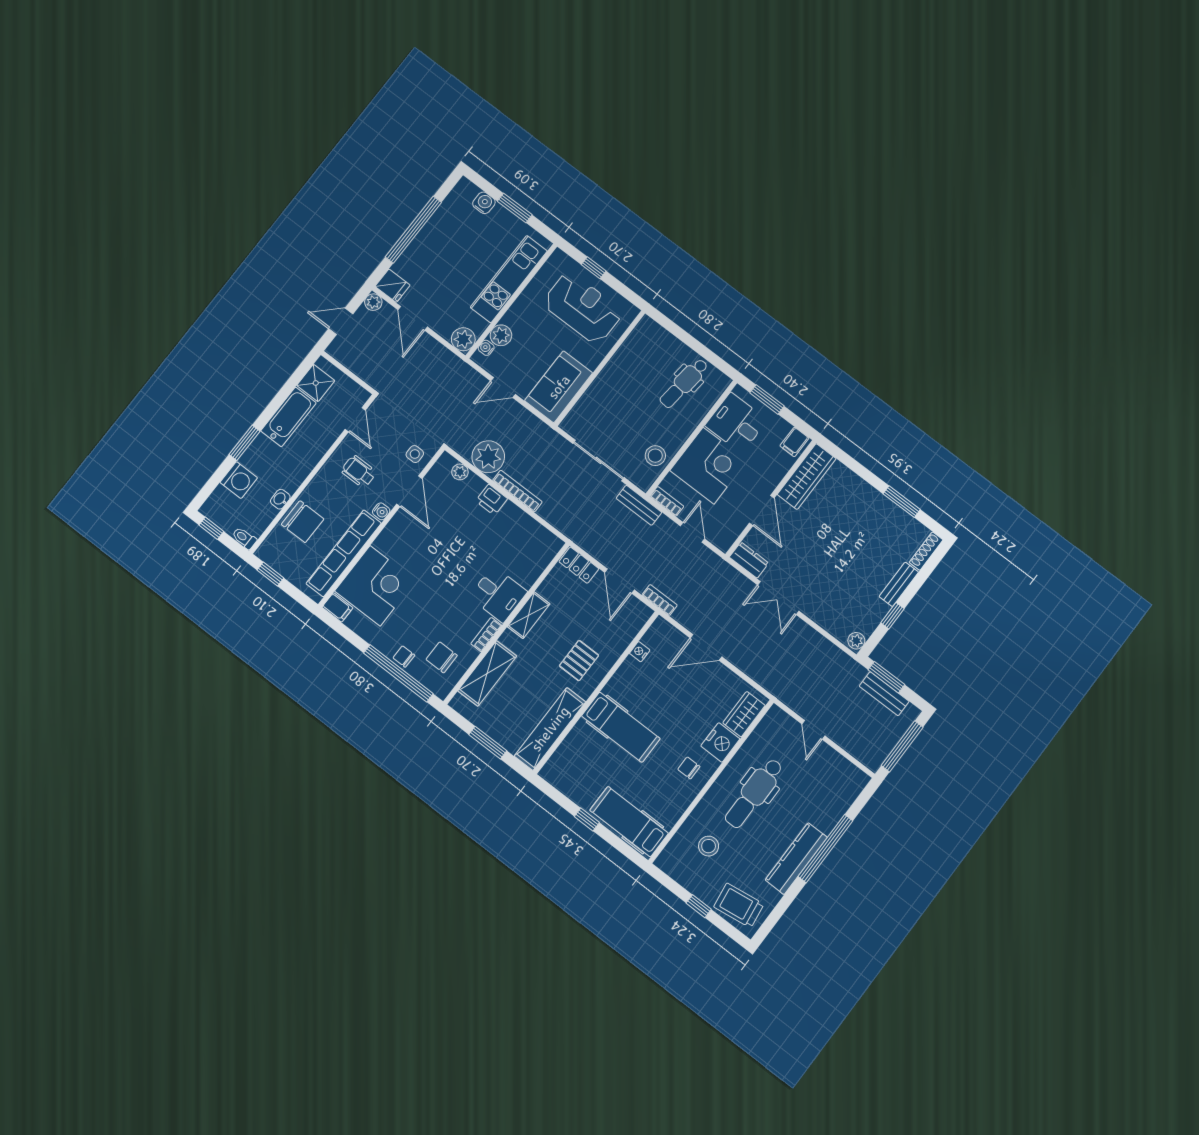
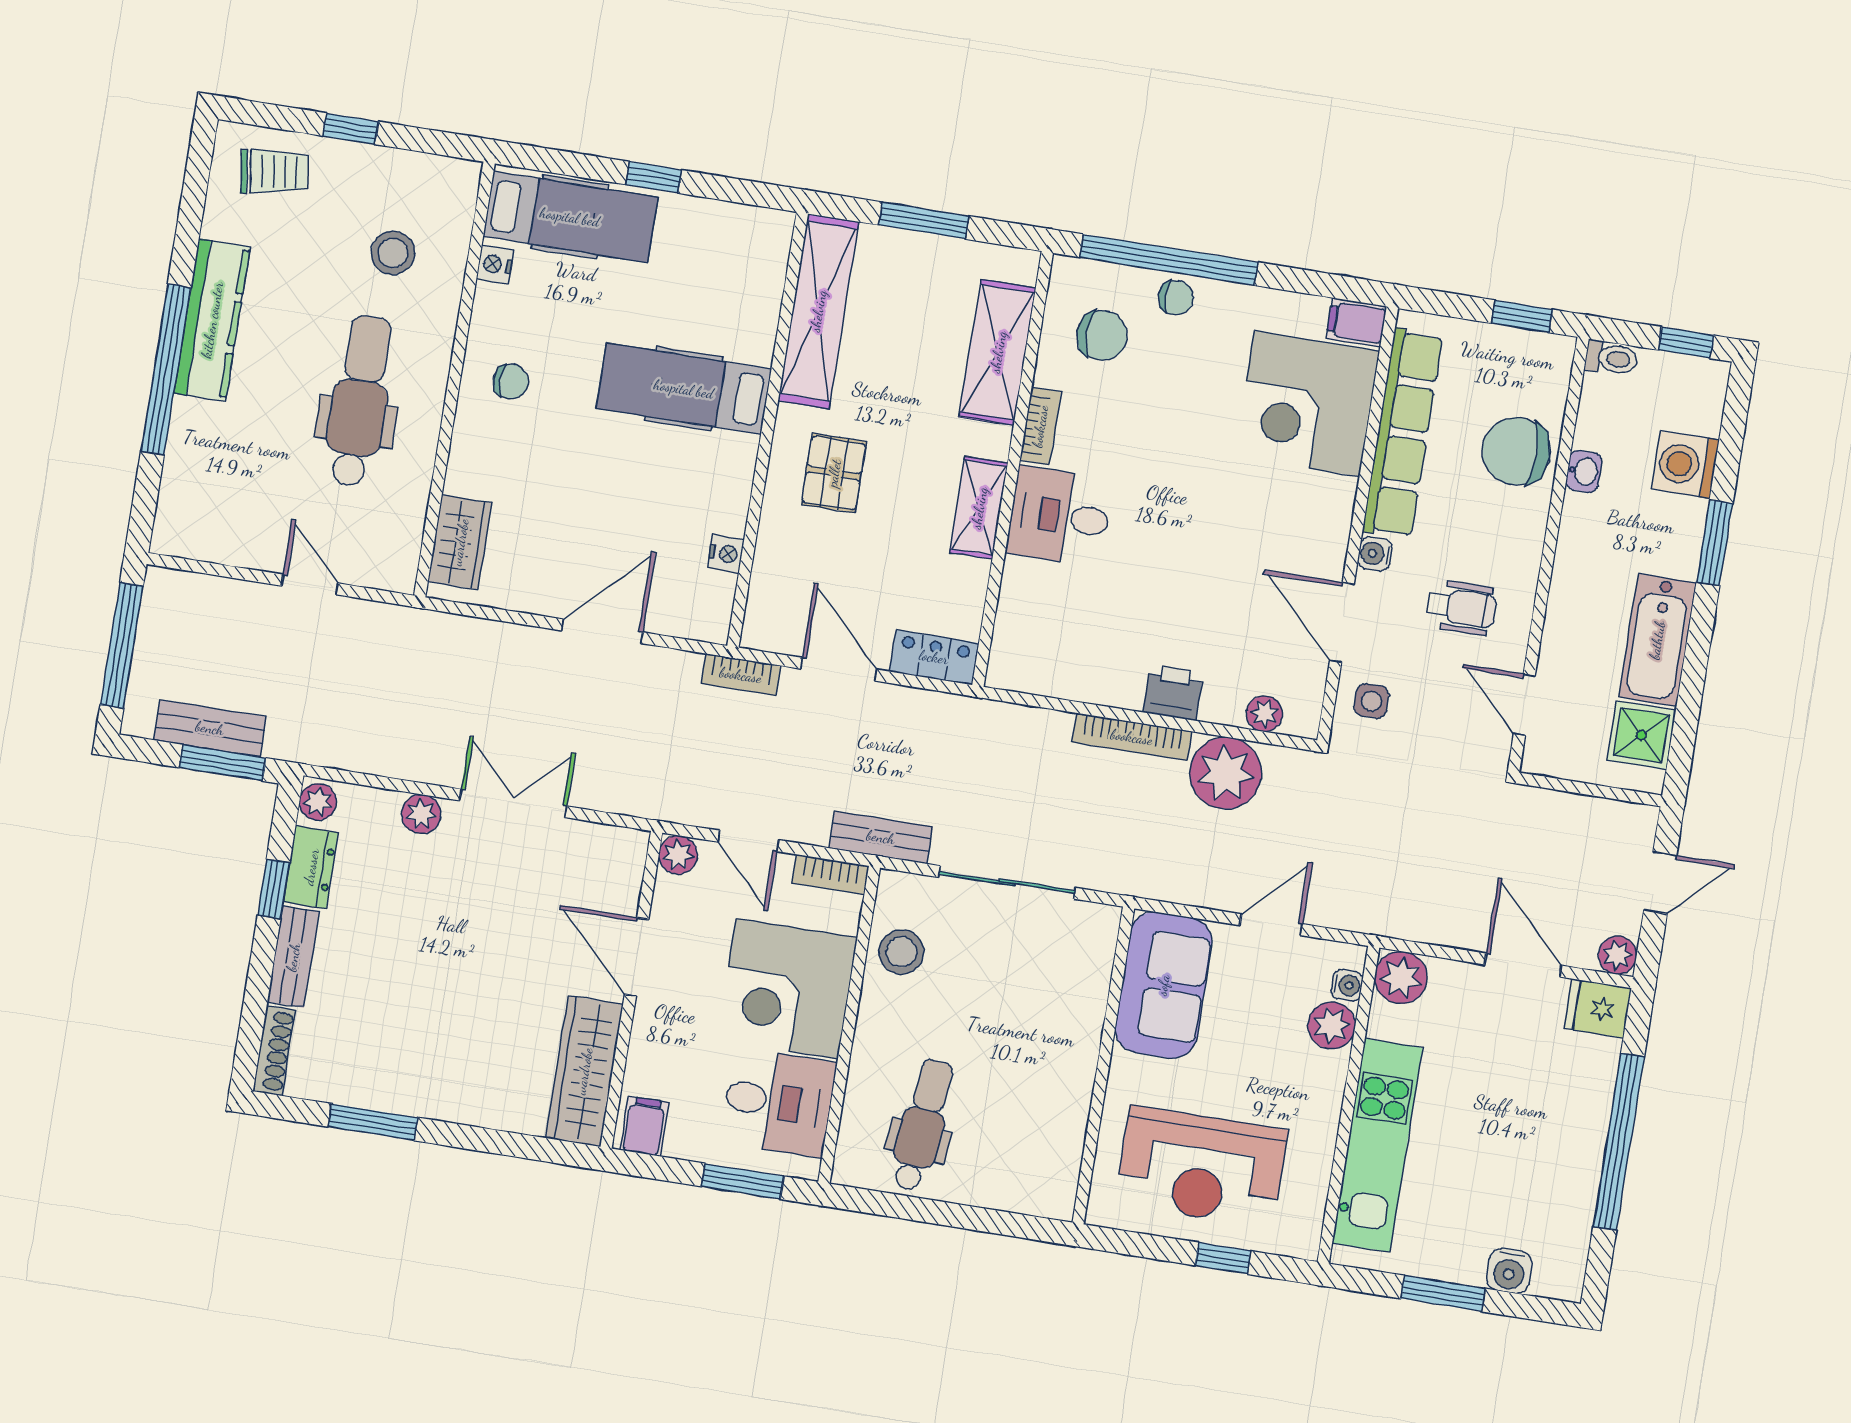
plant: (723, 542) -> (678, 855), added
dresser: (749, 560) -> (311, 867), moved, turned -90
plant: (817, 614) -> (421, 814), added
nightstand: (720, 742) -> (495, 264), moved, width x0.53, depth x0.56
trolley: (739, 905) -> (275, 172), width x0.73, depth x0.72

